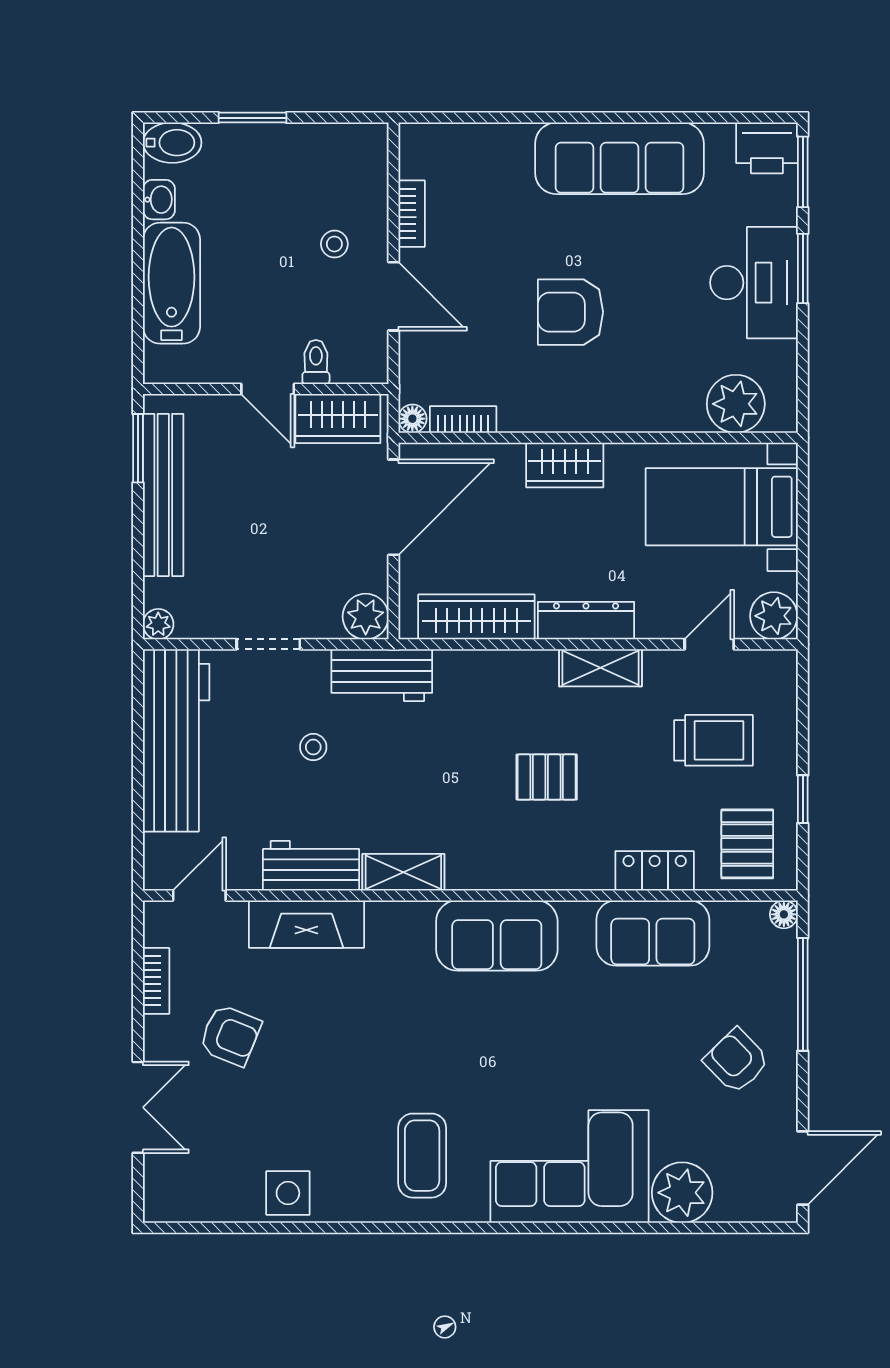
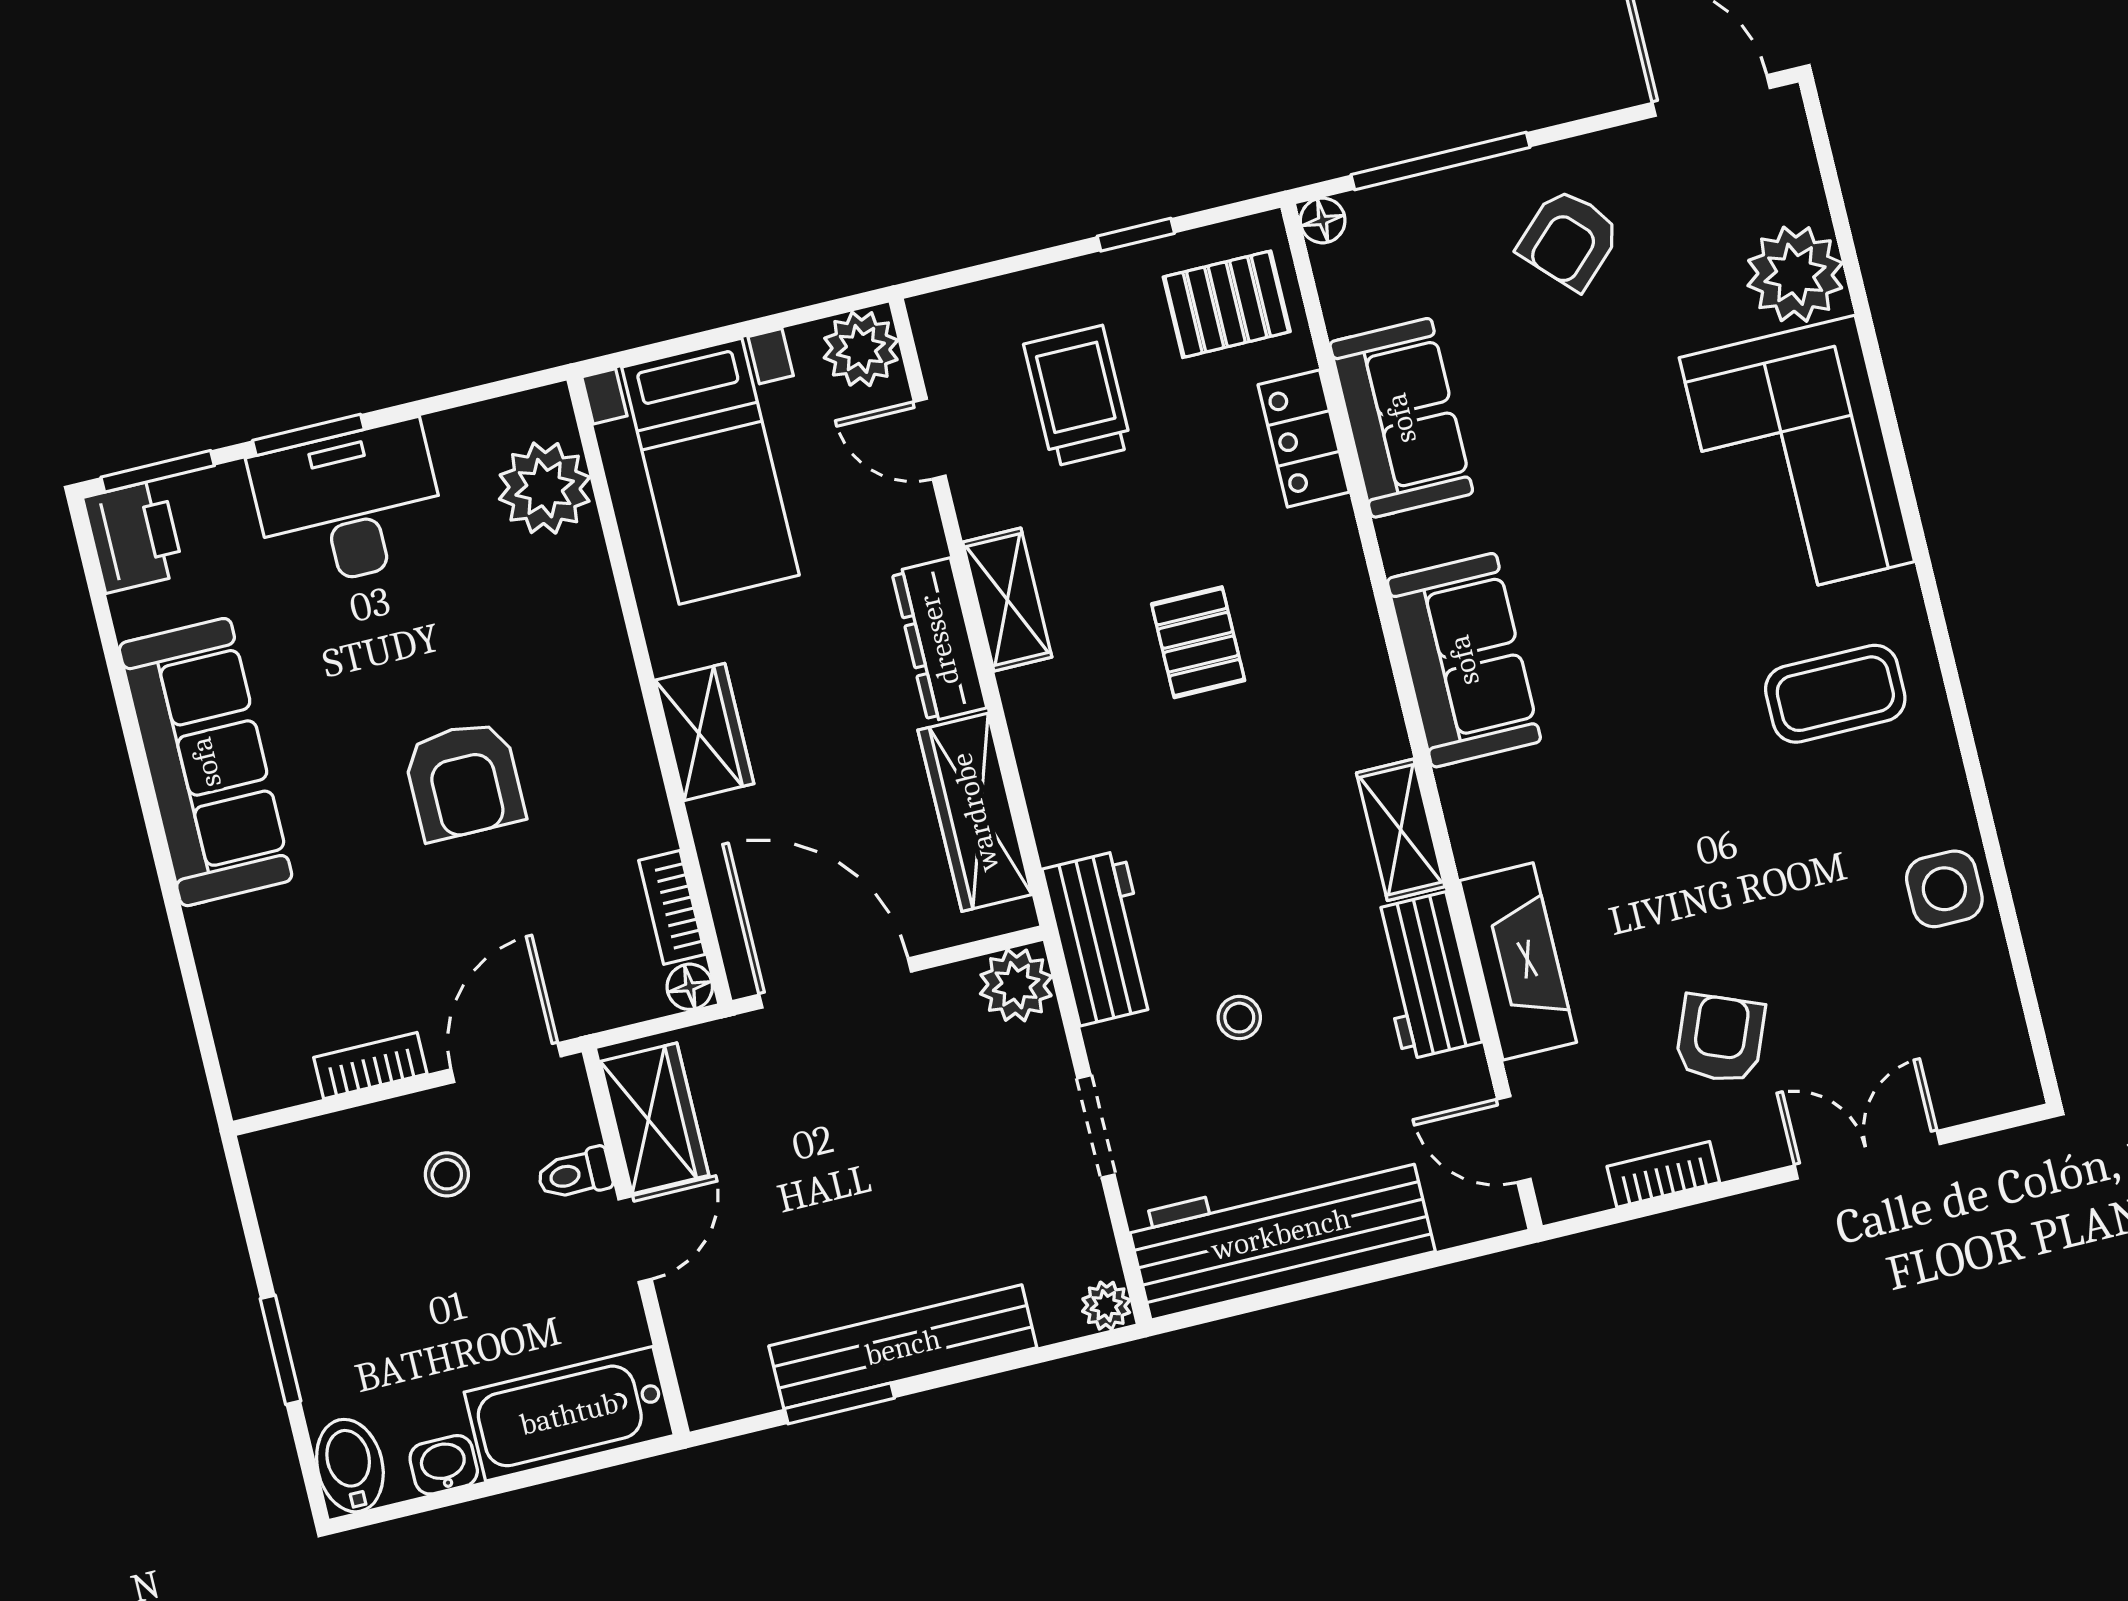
toilet: (316, 362) -> (575, 1174), moved
wall: (266, 389) -> (636, 1242), moved
door: (268, 389) -> (635, 1239), moved
wardrobe: (338, 419) -> (654, 1118), moved

